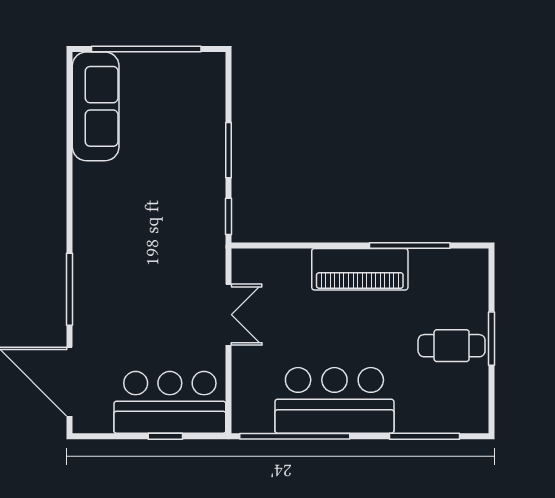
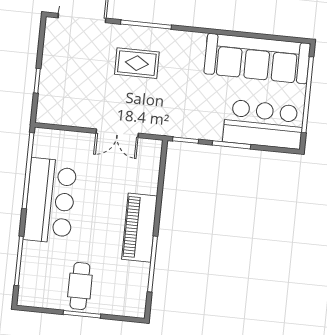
sofa: (96, 106) -> (257, 59), width x1.36, depth x1.27
rug: (126, 297) -> (137, 63), added
bar counter: (170, 402) -> (263, 124), moved, turned -90

